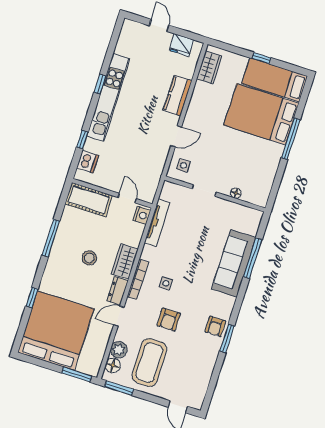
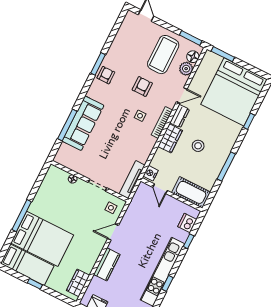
tv unit: (157, 223) -> (132, 180), moved

